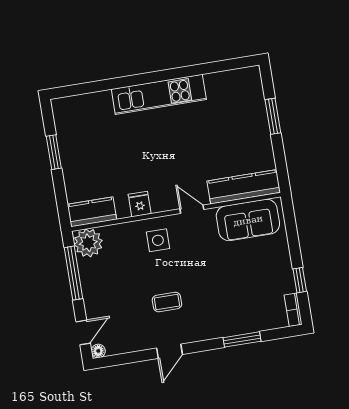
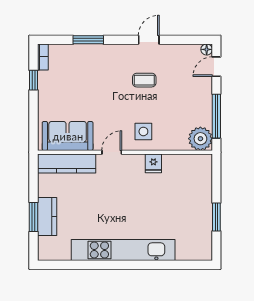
kitchen unit: (159, 94) -> (123, 250), width x1.36
door: (192, 209) -> (112, 152), swing flipped
kitchen counter: (92, 212) -> (47, 217), moved, turned -90

